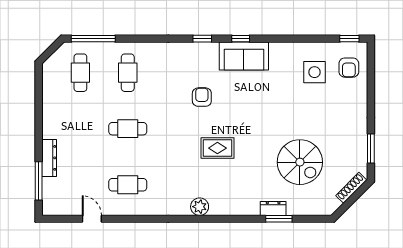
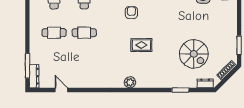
dresser: (49, 158) -> (34, 76), moved
cafe table: (128, 185) -> (54, 33), moved
dresser: (273, 208) -> (205, 83), moved

